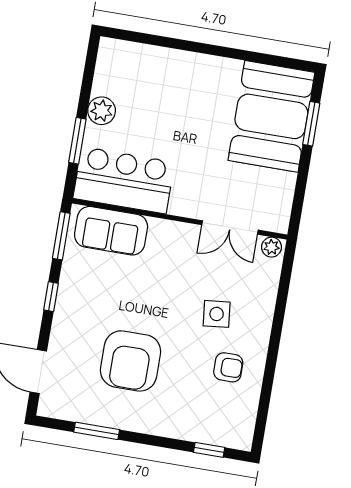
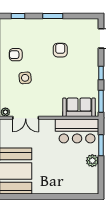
double door: (230, 227) -> (26, 118), swing flipped
armchair: (131, 361) -> (60, 50), width x0.53, depth x0.53
window: (97, 431) -> (53, 16), moved

